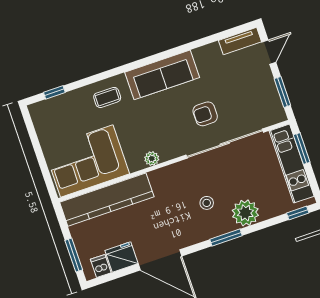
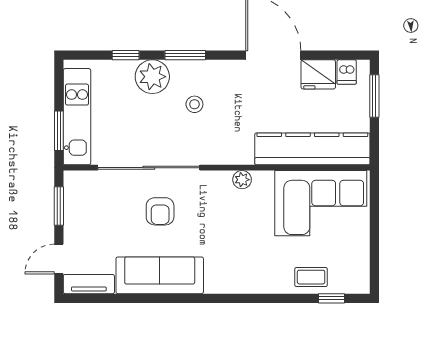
sofa: (162, 75) -> (160, 275), moved
coffee table: (107, 97) -> (311, 277), moved
armchair: (205, 114) -> (160, 211), turned 90
window: (298, 213) -> (126, 55), moved

